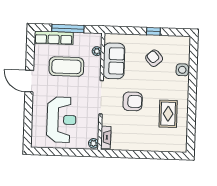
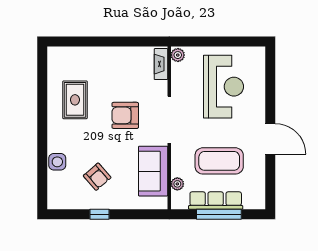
row of seats: (54, 38) -> (216, 200), moved
reception desk: (61, 120) -> (224, 87), turned 180

